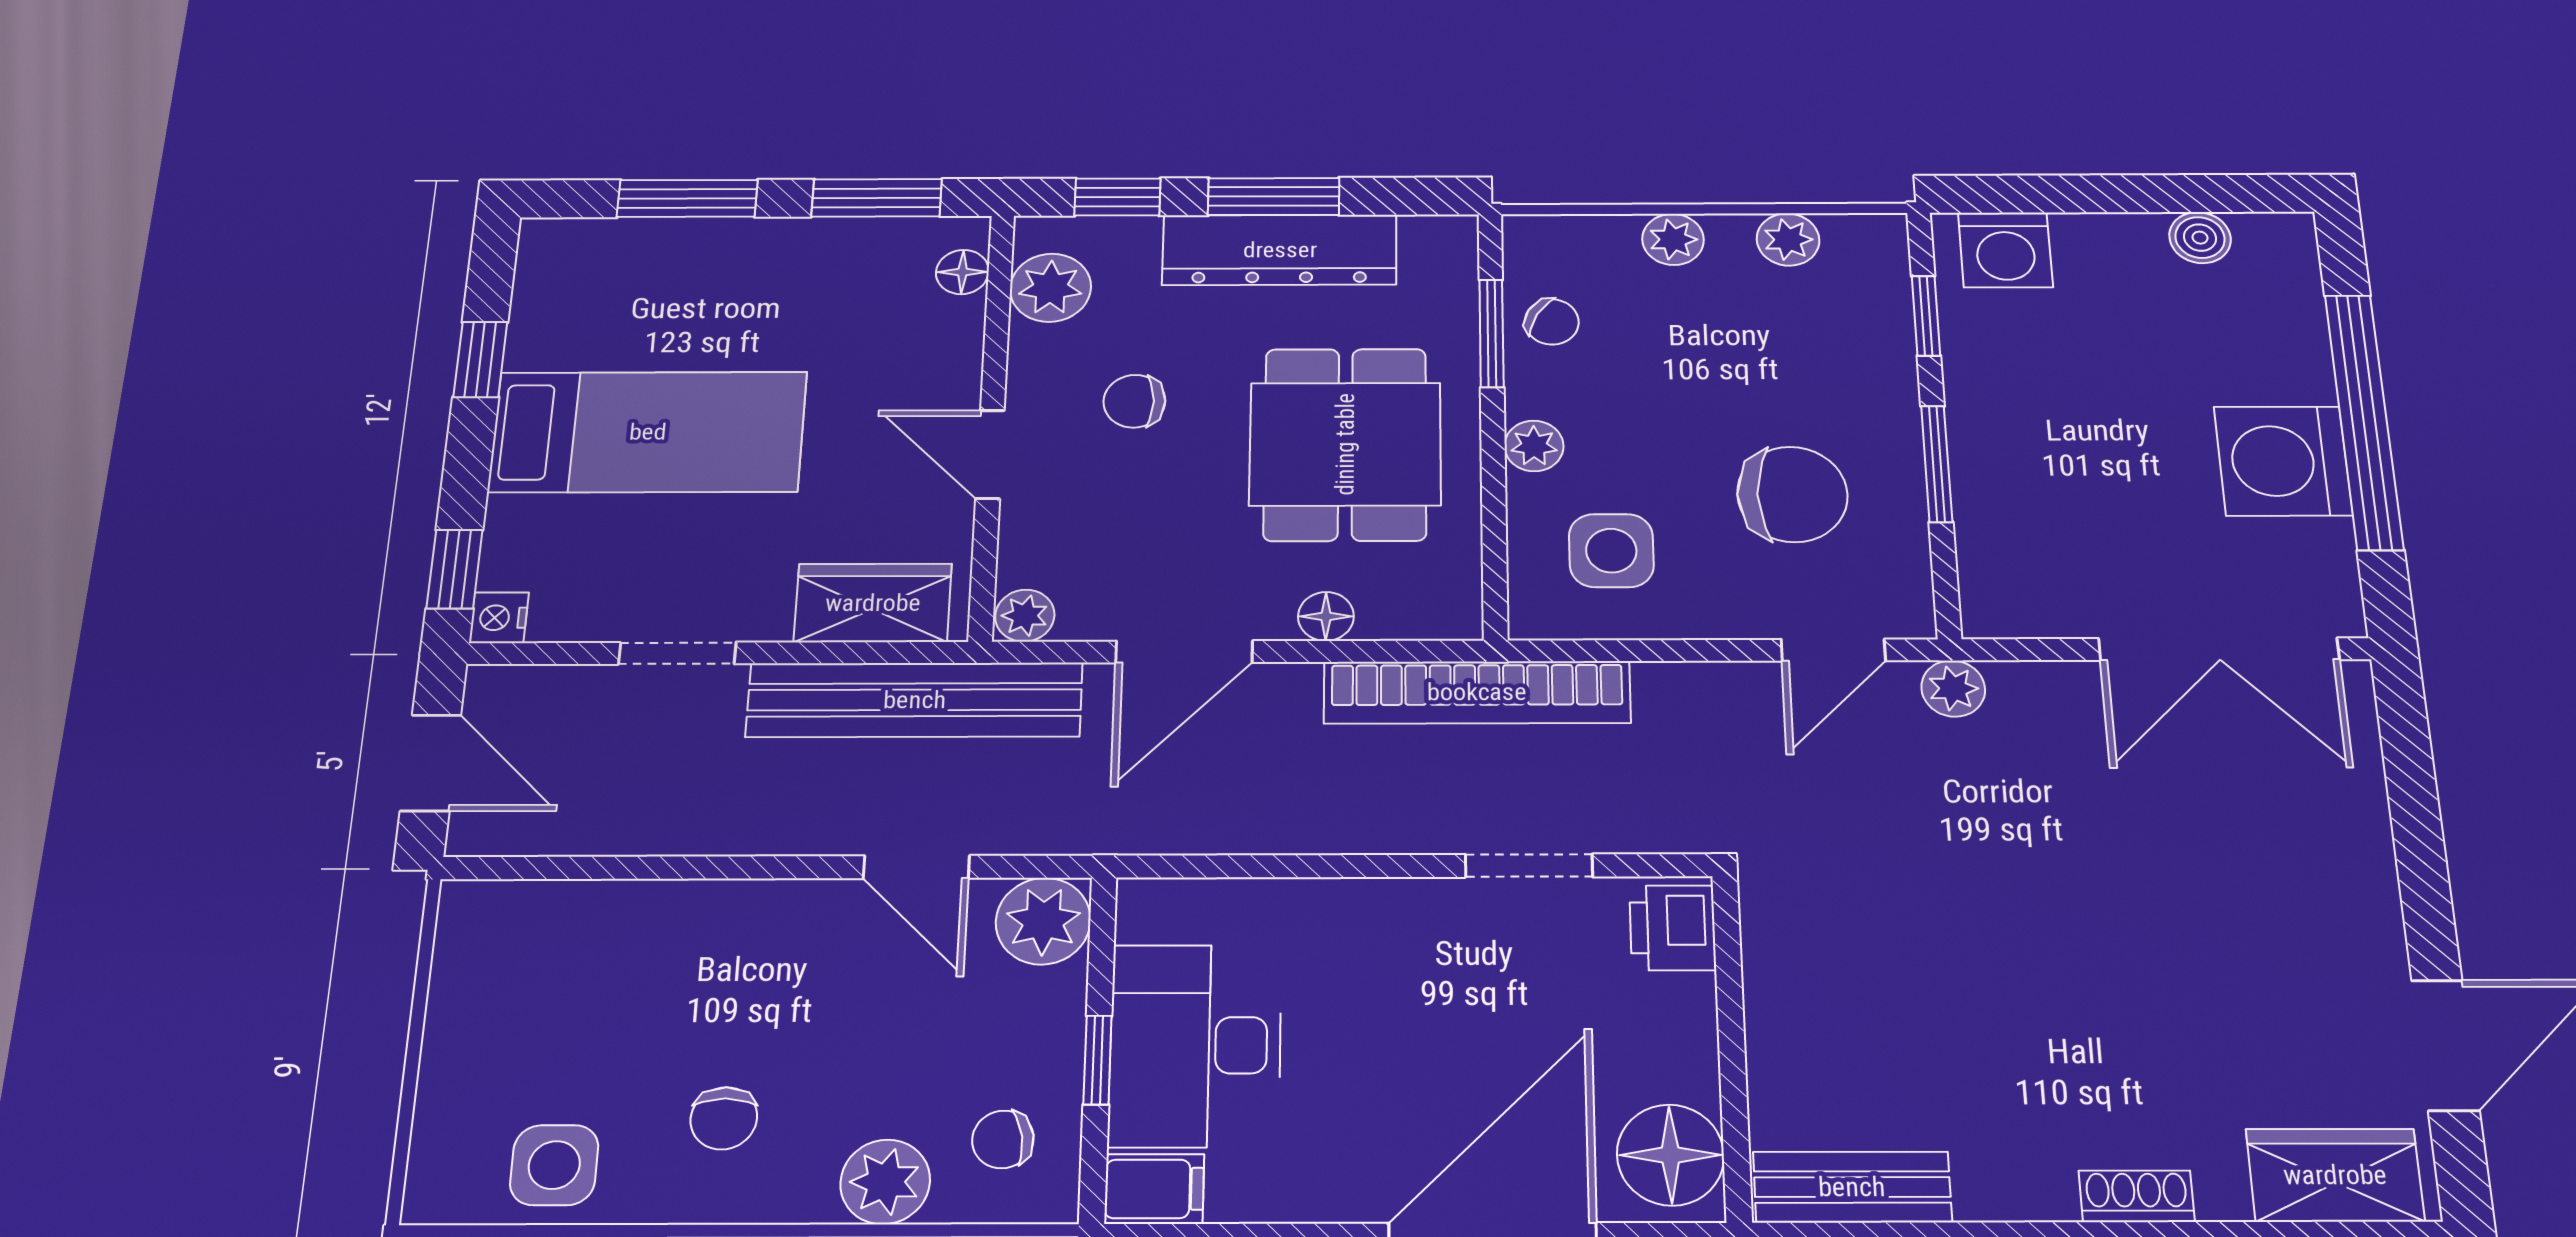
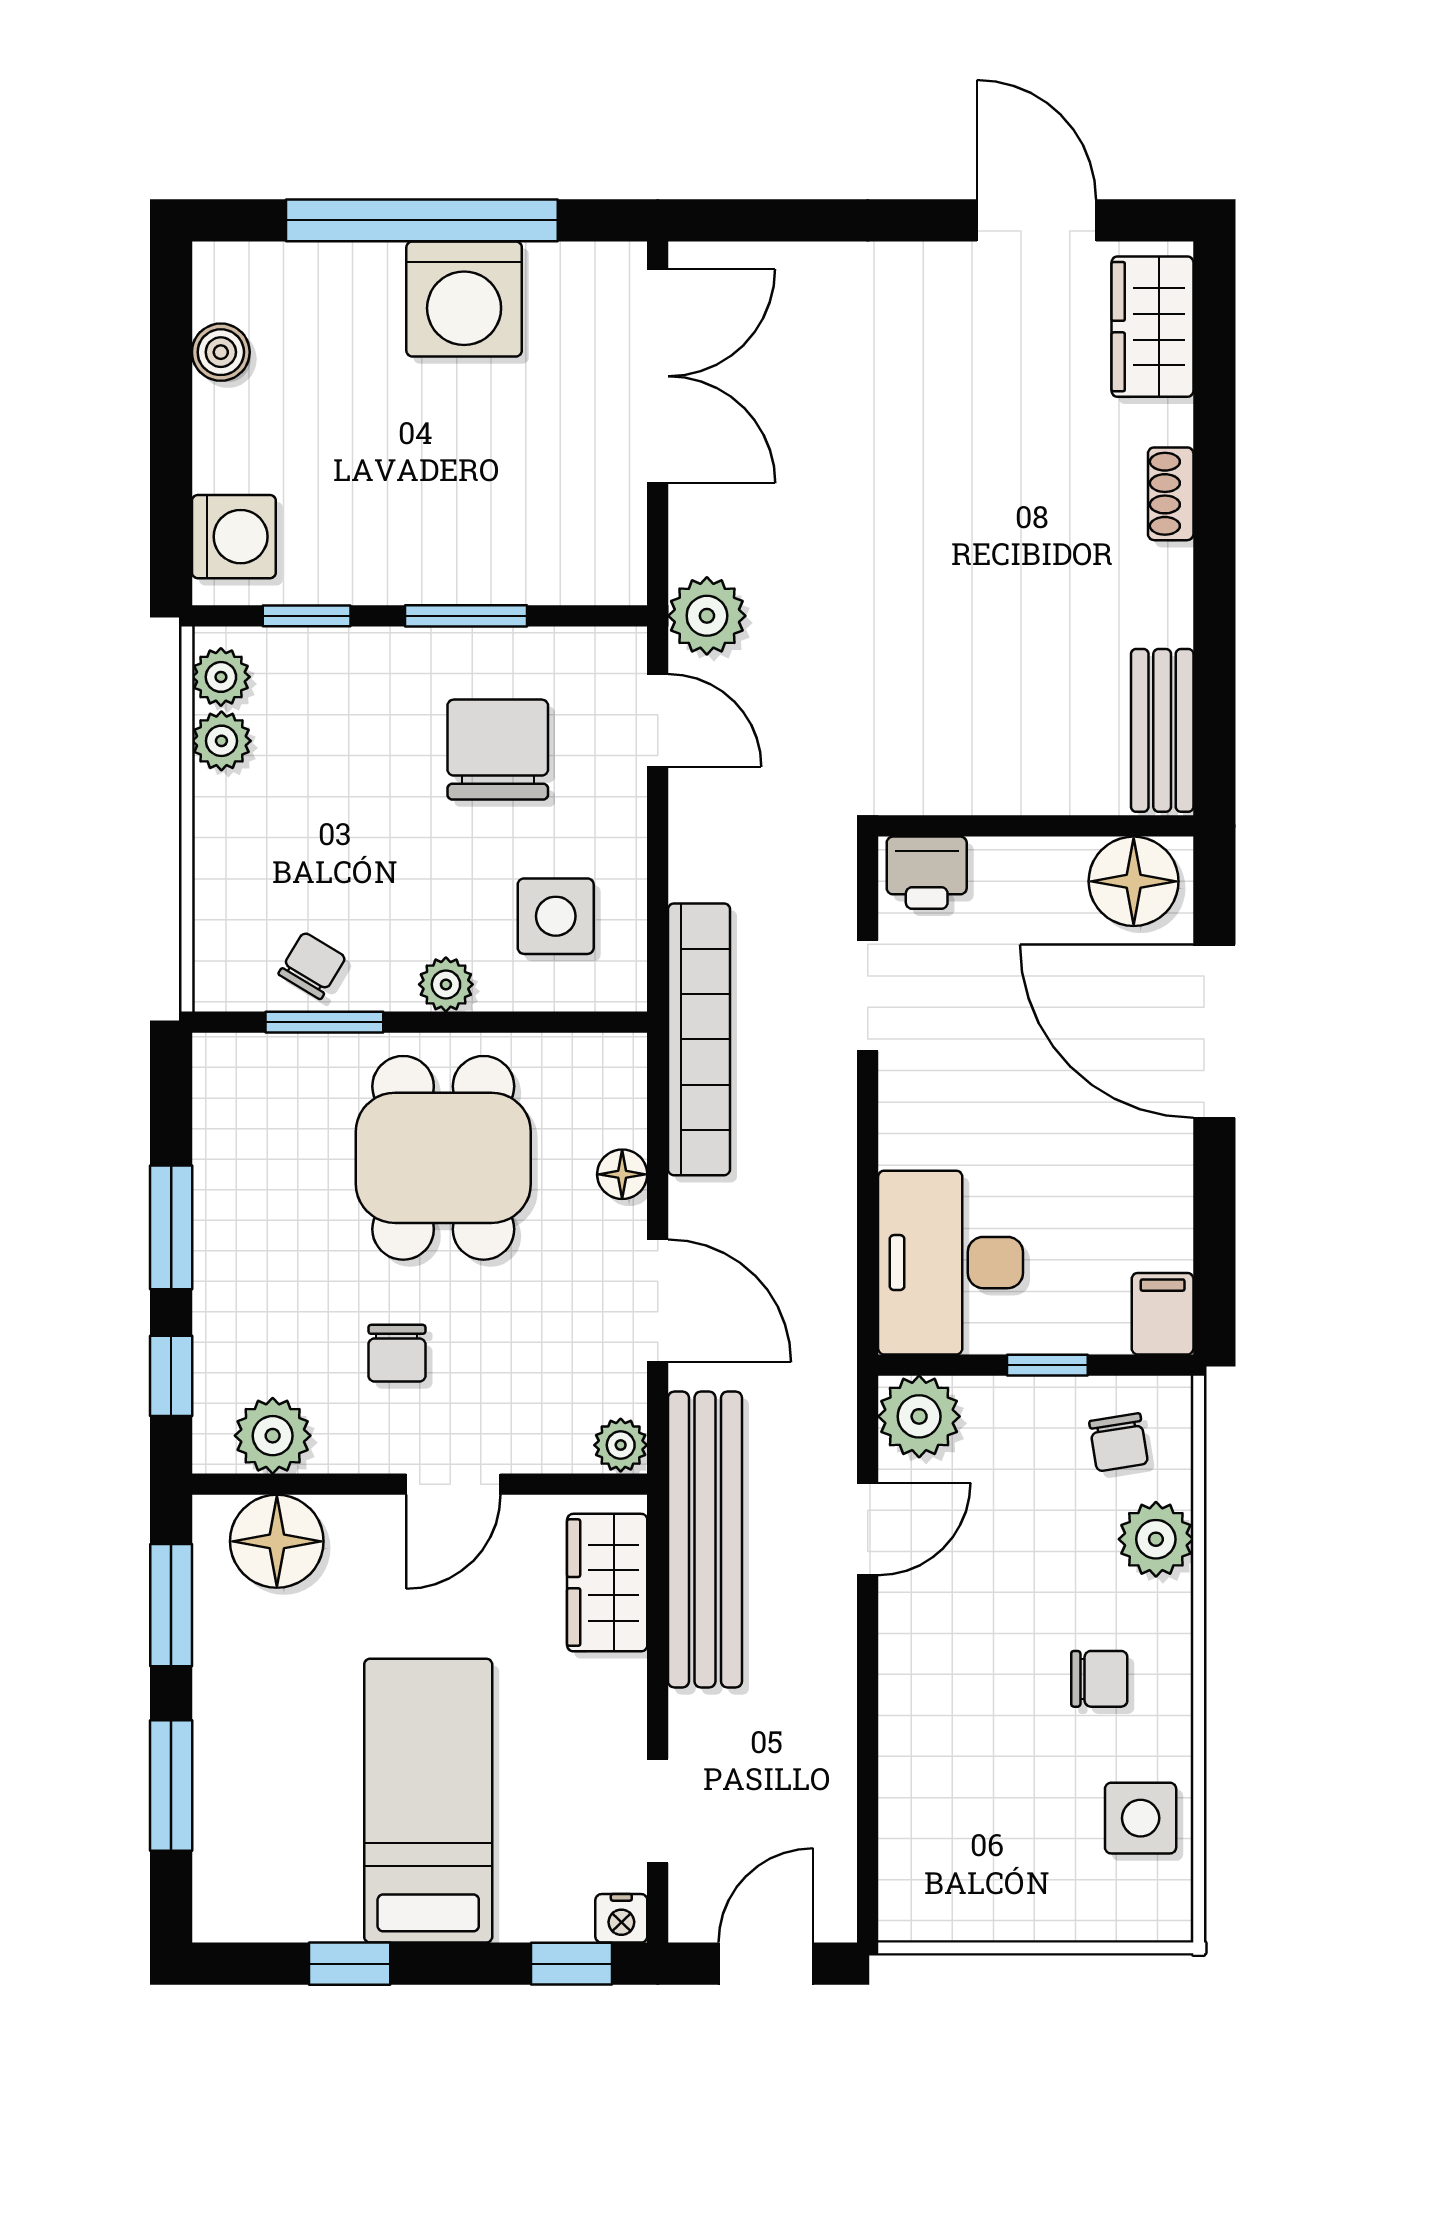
plant: (1673, 239) -> (221, 677), moved
dresser: (1280, 250) -> (231, 1221), removed
floor lamp: (962, 272) -> (277, 1541), width x1.89, depth x1.89
dining table: (1345, 444) -> (443, 1158), turned 90
doorway: (677, 653) -> (658, 1811), moved
plant: (1953, 688) -> (707, 616), width x1.38, depth x1.38
desk: (1195, 1045) -> (951, 1263), moved, turned 90

